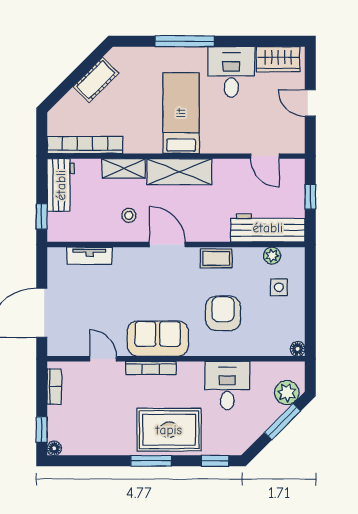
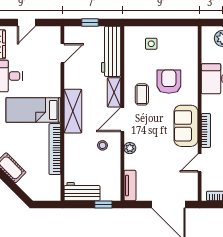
bookcase: (85, 145) -> (55, 149), moved
shelving: (124, 169) -> (114, 92), moved
tv unit: (90, 256) -> (130, 186), moved
plant: (272, 256) -> (130, 148), moved
coffee table: (216, 258) -> (142, 94), moved
armchair: (223, 313) -> (169, 82), turned 90
floor lamp: (298, 349) -> (193, 31), removed

